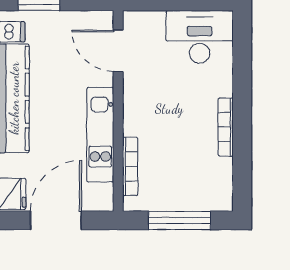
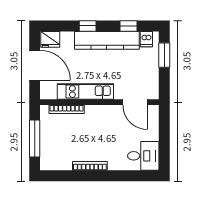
desk: (200, 37) -> (143, 156), width x0.73
door: (118, 51) -> (135, 102), swing flipped

